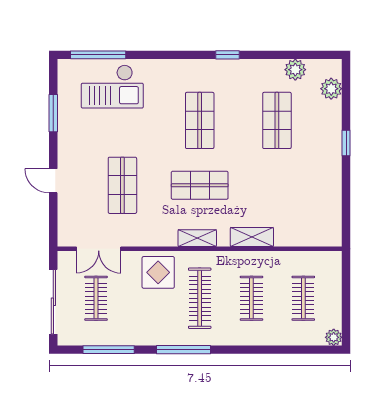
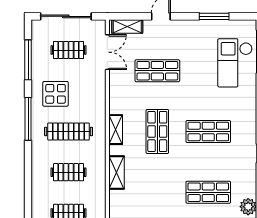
shelving: (66, 224) -> (127, 27), added
double door: (99, 249) -> (107, 52), swing flipped
display table: (158, 272) -> (56, 94), moved

